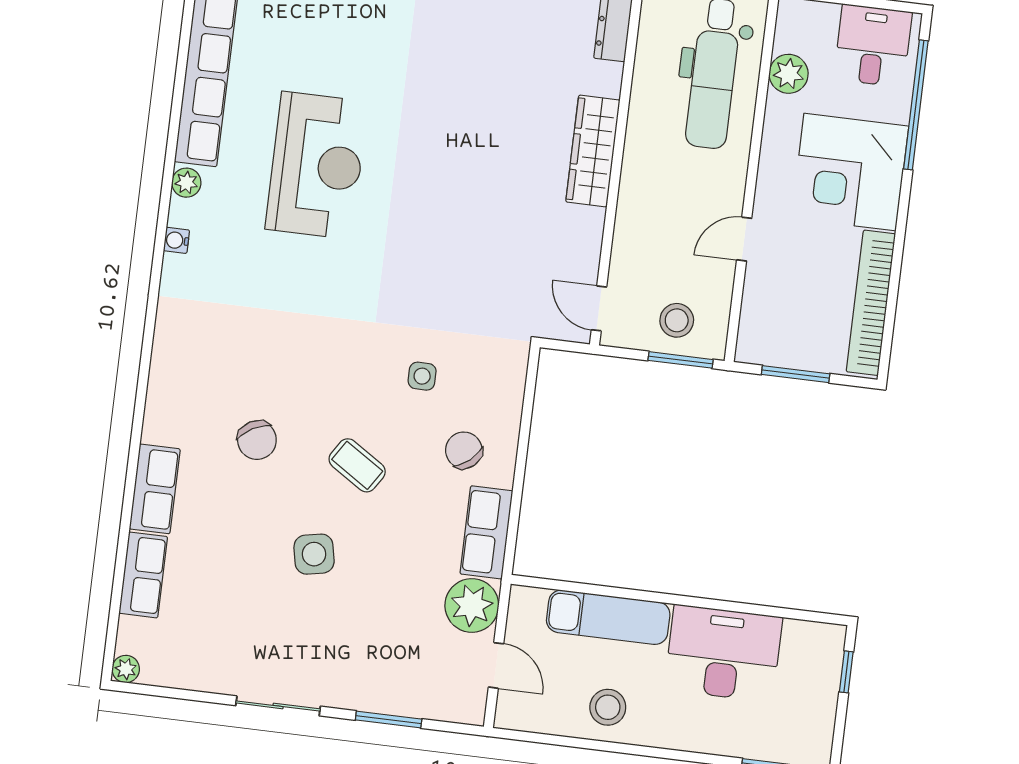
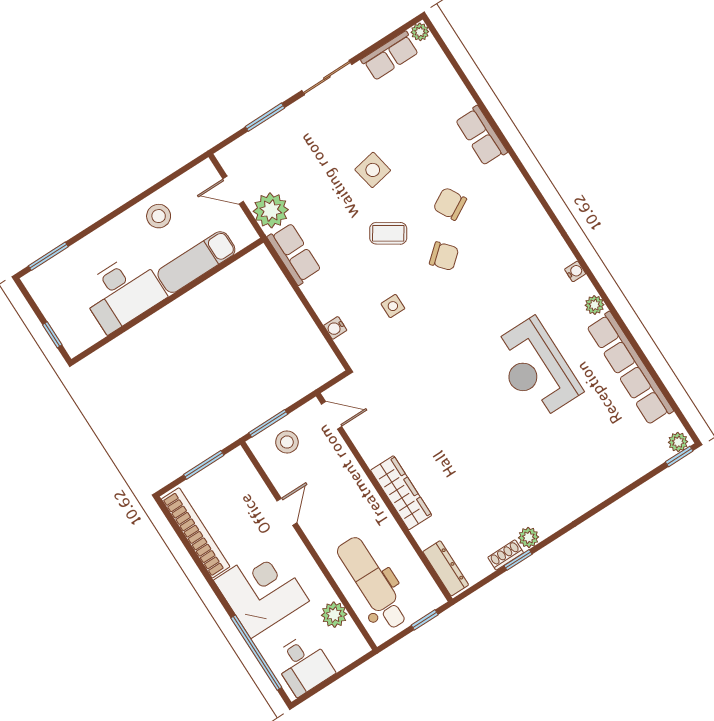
water cooler: (510, 406) -> (335, 328), added
chair: (464, 450) -> (444, 256), moved
row of seats: (143, 575) -> (390, 56), moved, turned -90

